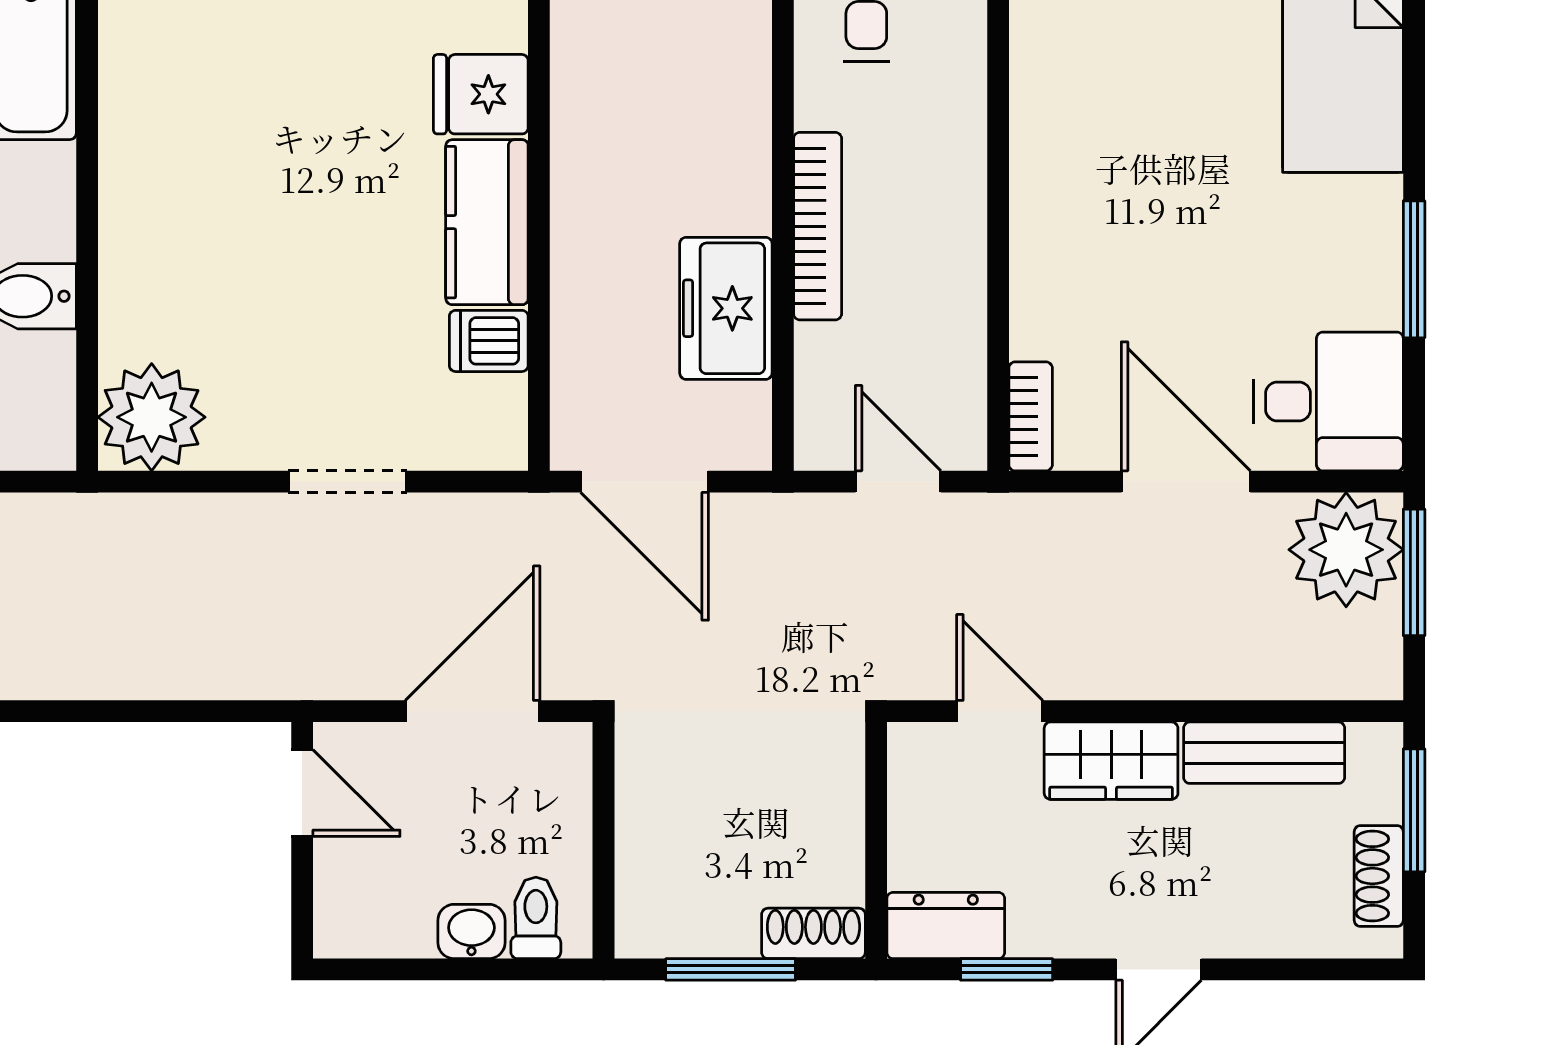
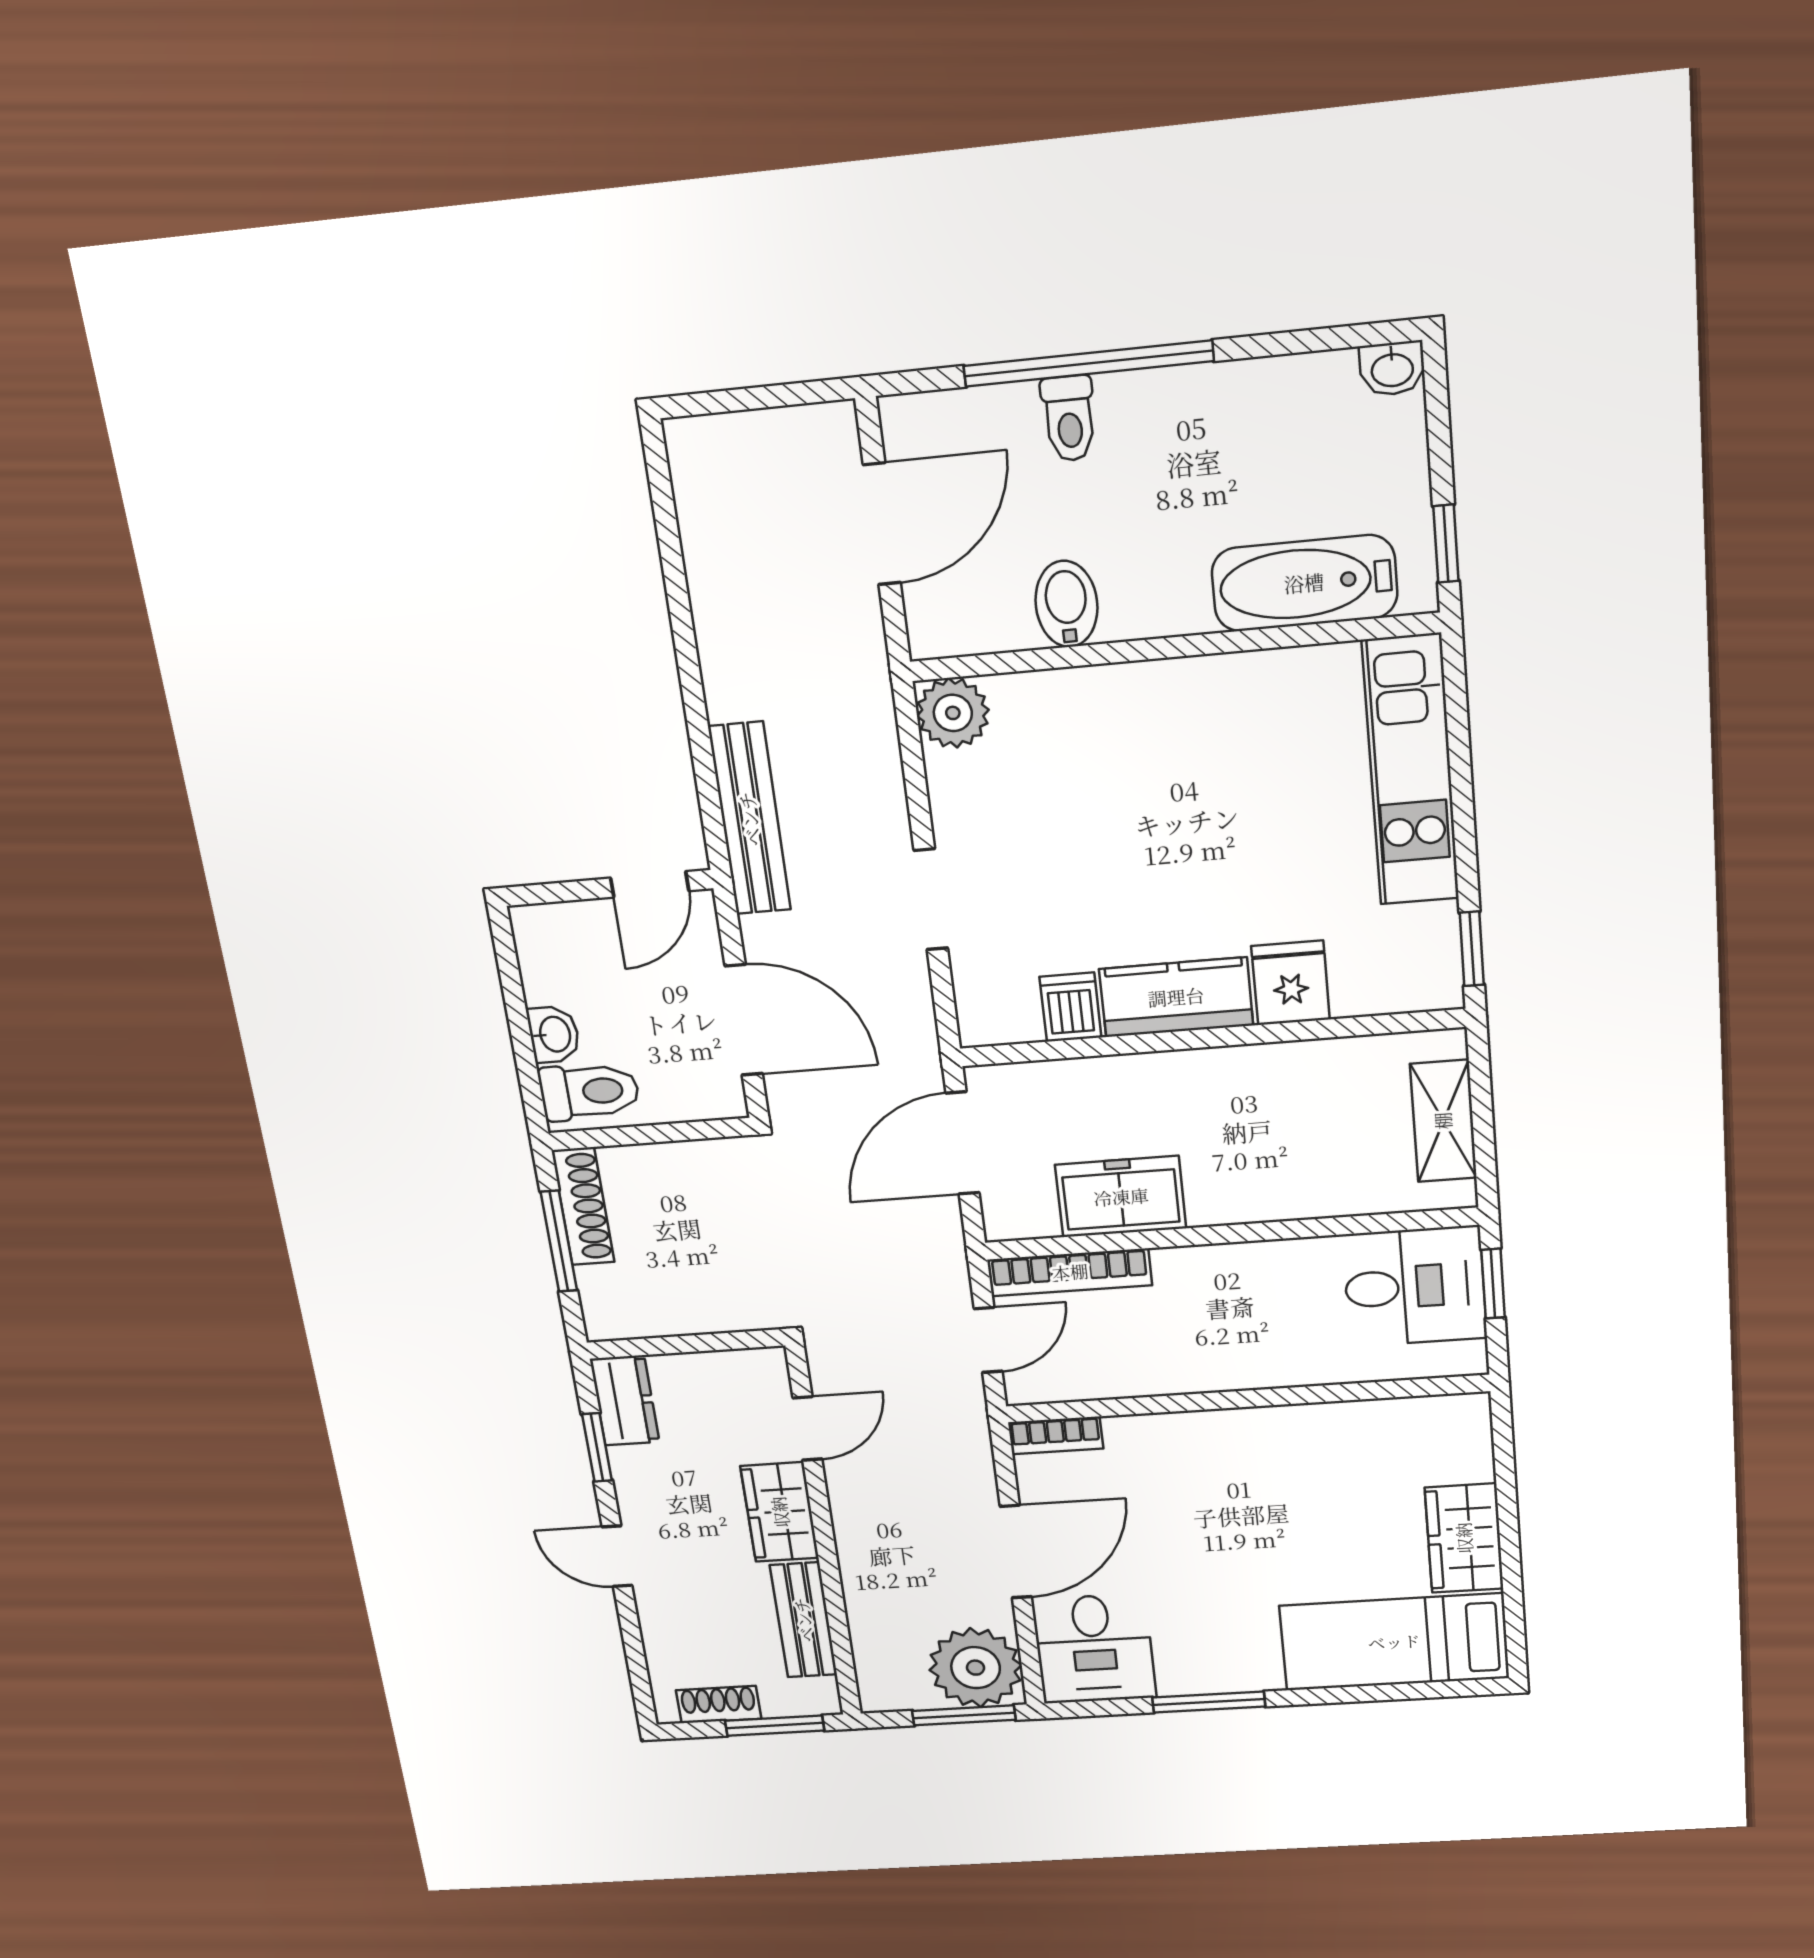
bookcase: (818, 226) -> (1070, 1272), moved
plant: (152, 417) -> (953, 713), width x0.73, depth x0.73
bench: (236, 670) -> (750, 819), added
toilet: (536, 918) -> (589, 1092), width x1.37, depth x1.39
shoe rack: (813, 933) -> (583, 1206), moved, width x1.43

